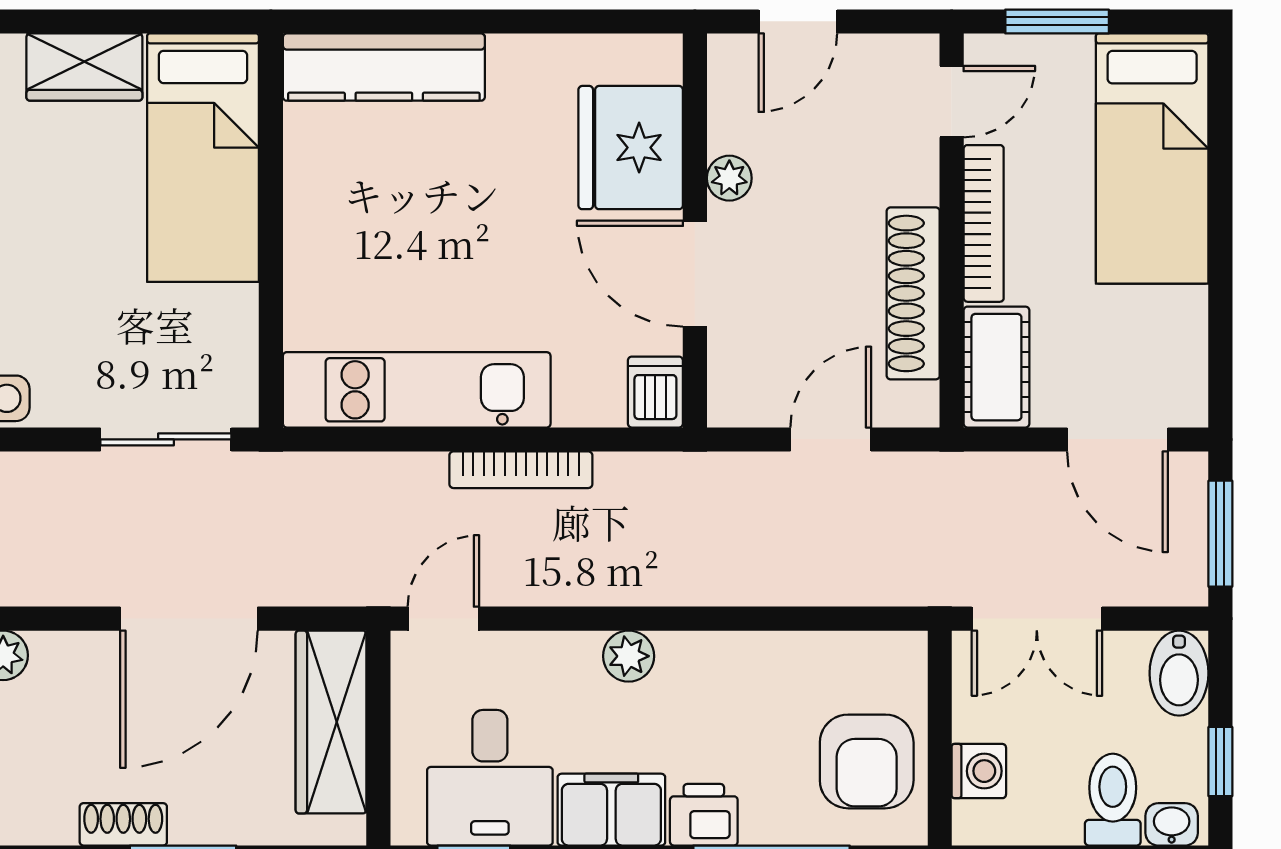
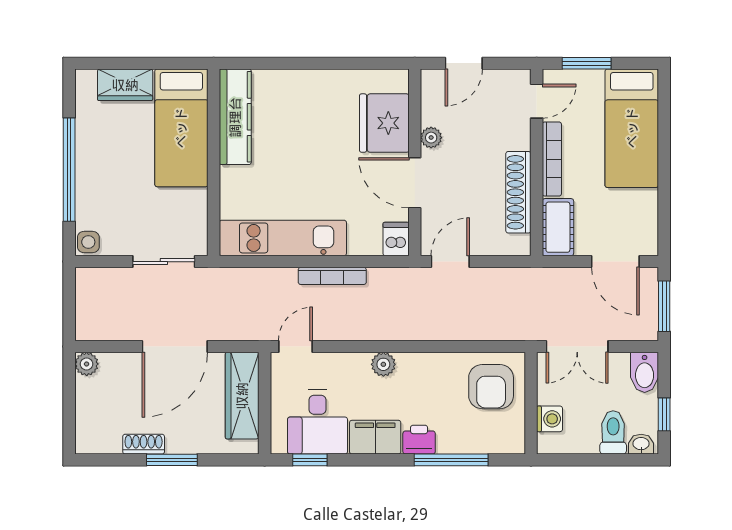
kitchen counter: (384, 67) -> (235, 117), moved, turned -90
door: (831, 439) -> (450, 262), moved
armchair: (867, 761) -> (491, 387), moved

